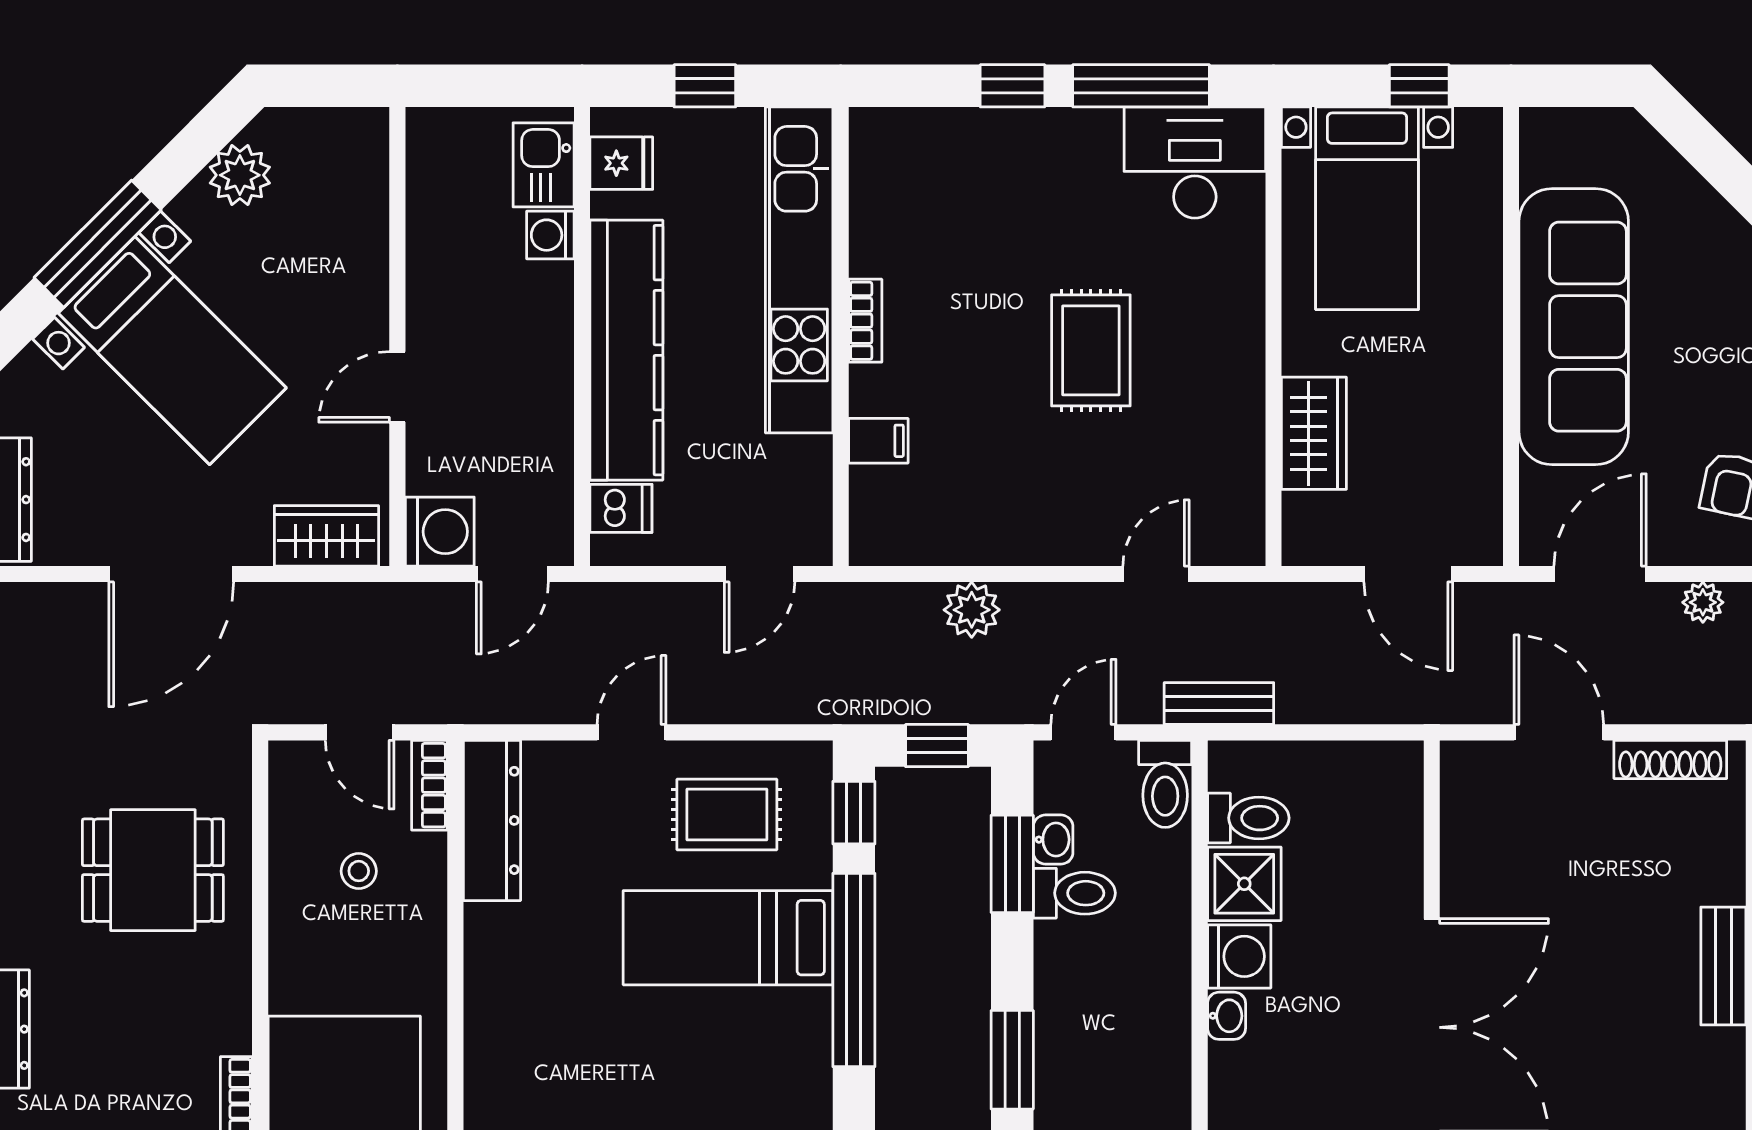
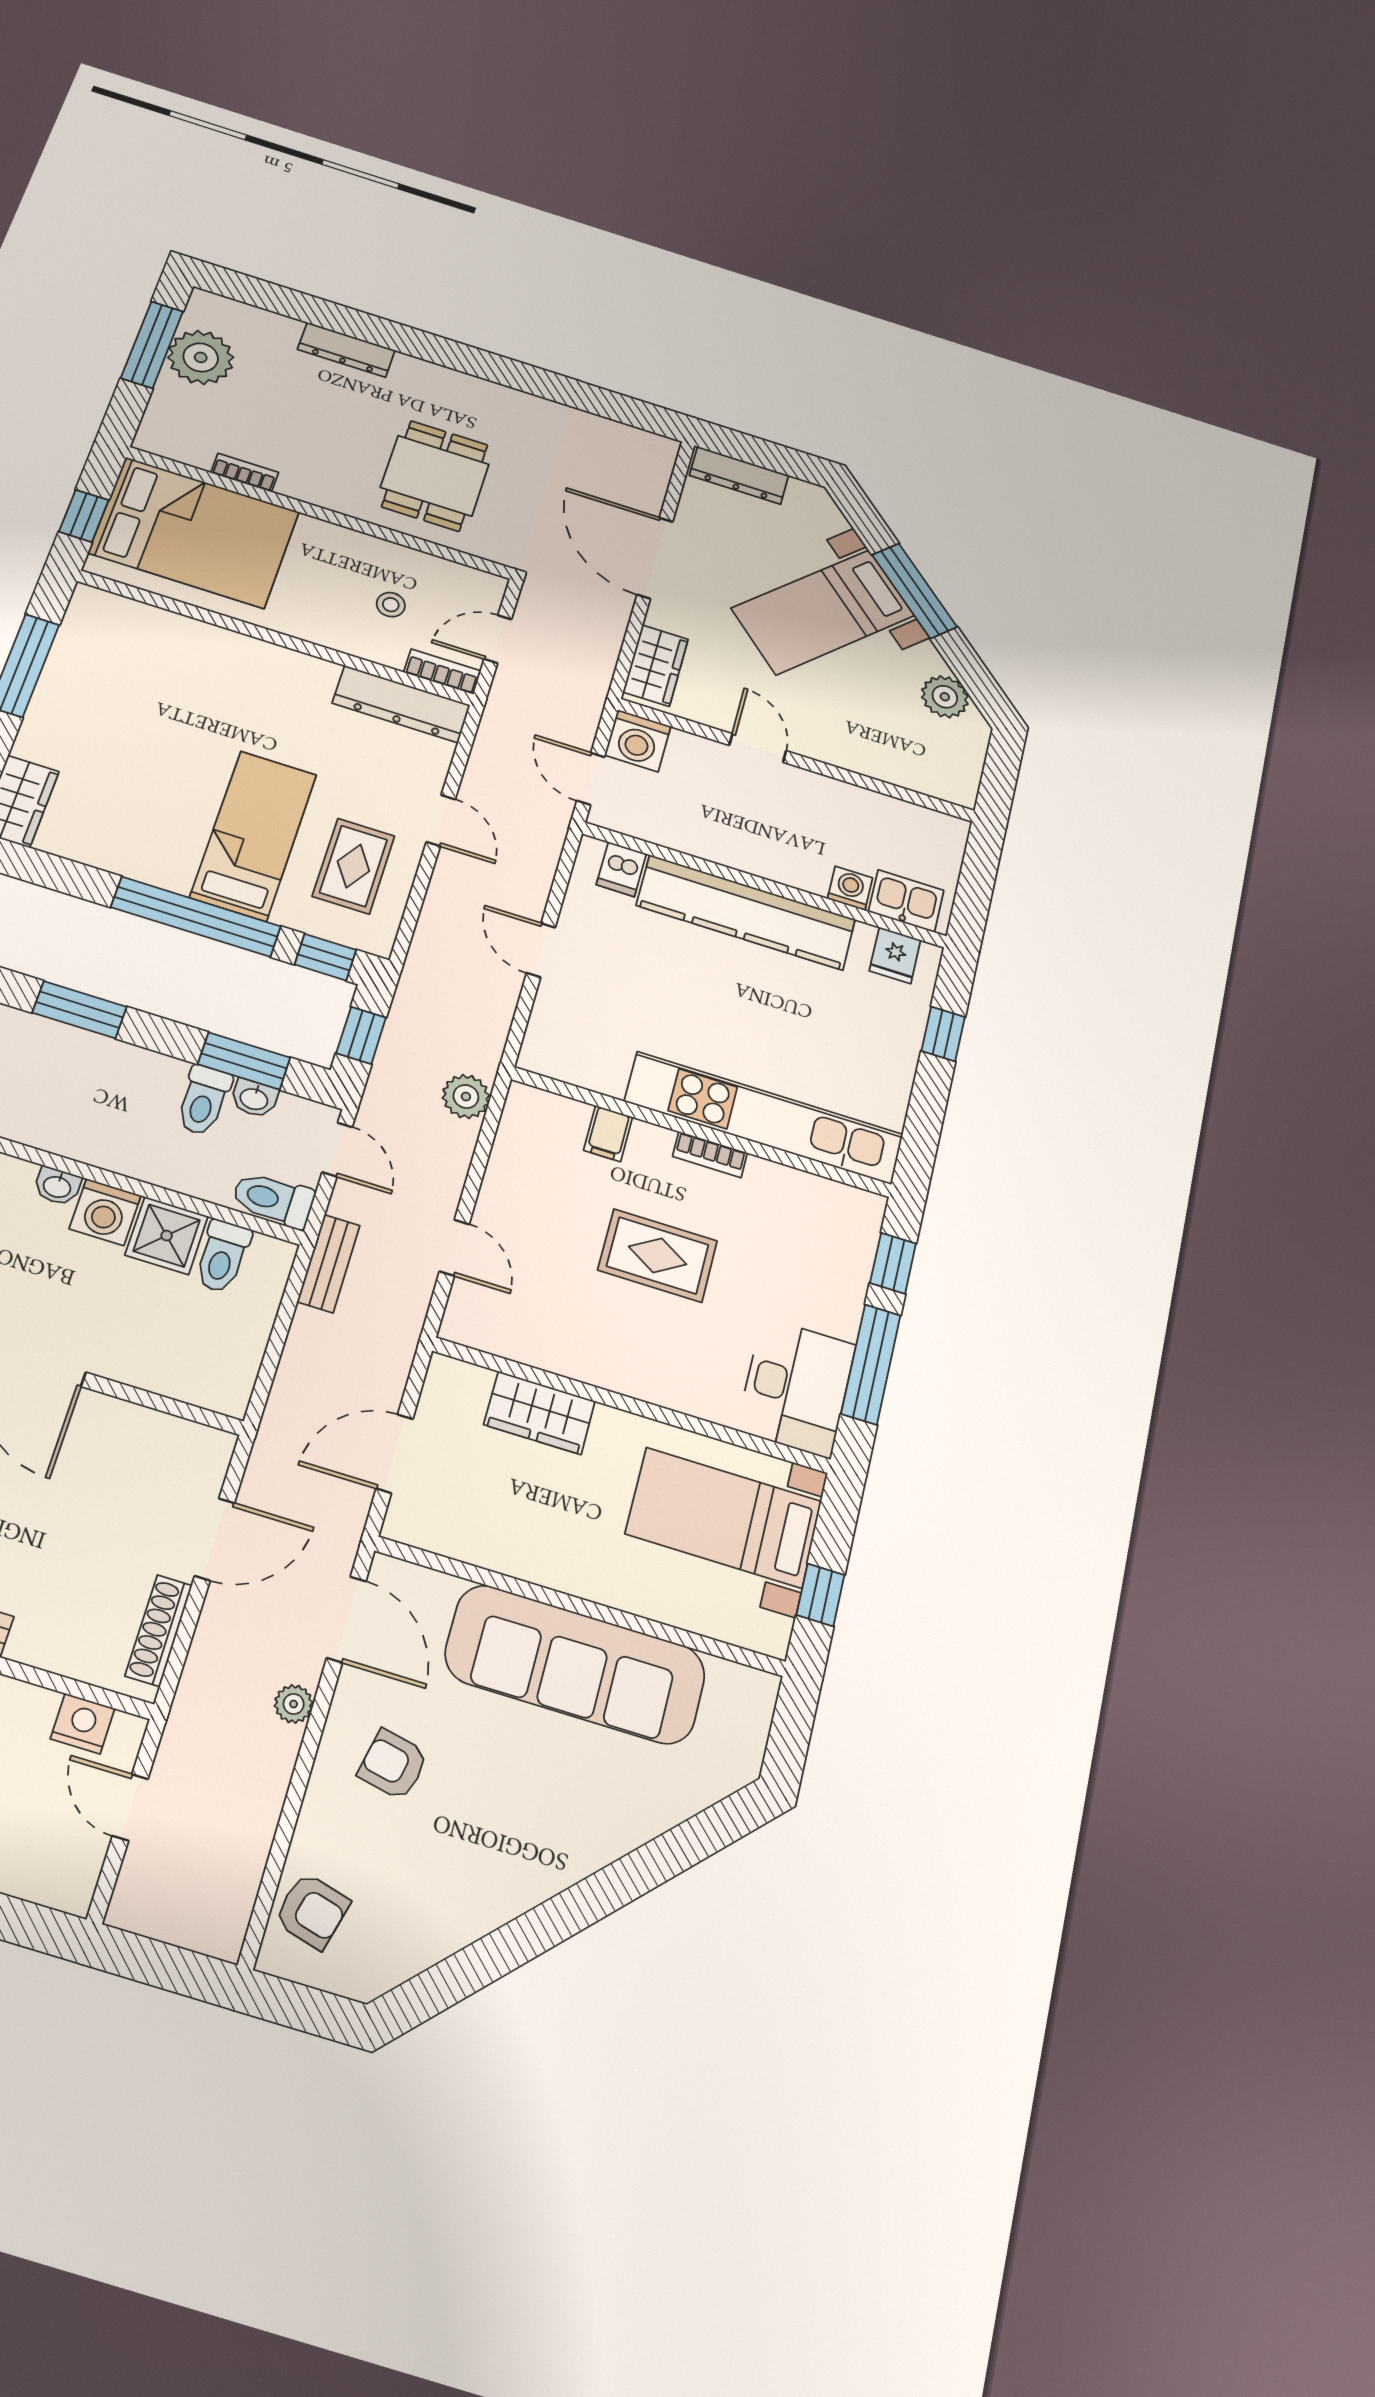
kitchen unit: (799, 270) -> (764, 1118), moved
bookcase: (865, 321) -> (710, 1155), moved
wall: (841, 336) -> (702, 1132), moved
filing cabinet: (878, 441) -> (608, 1134), moved

